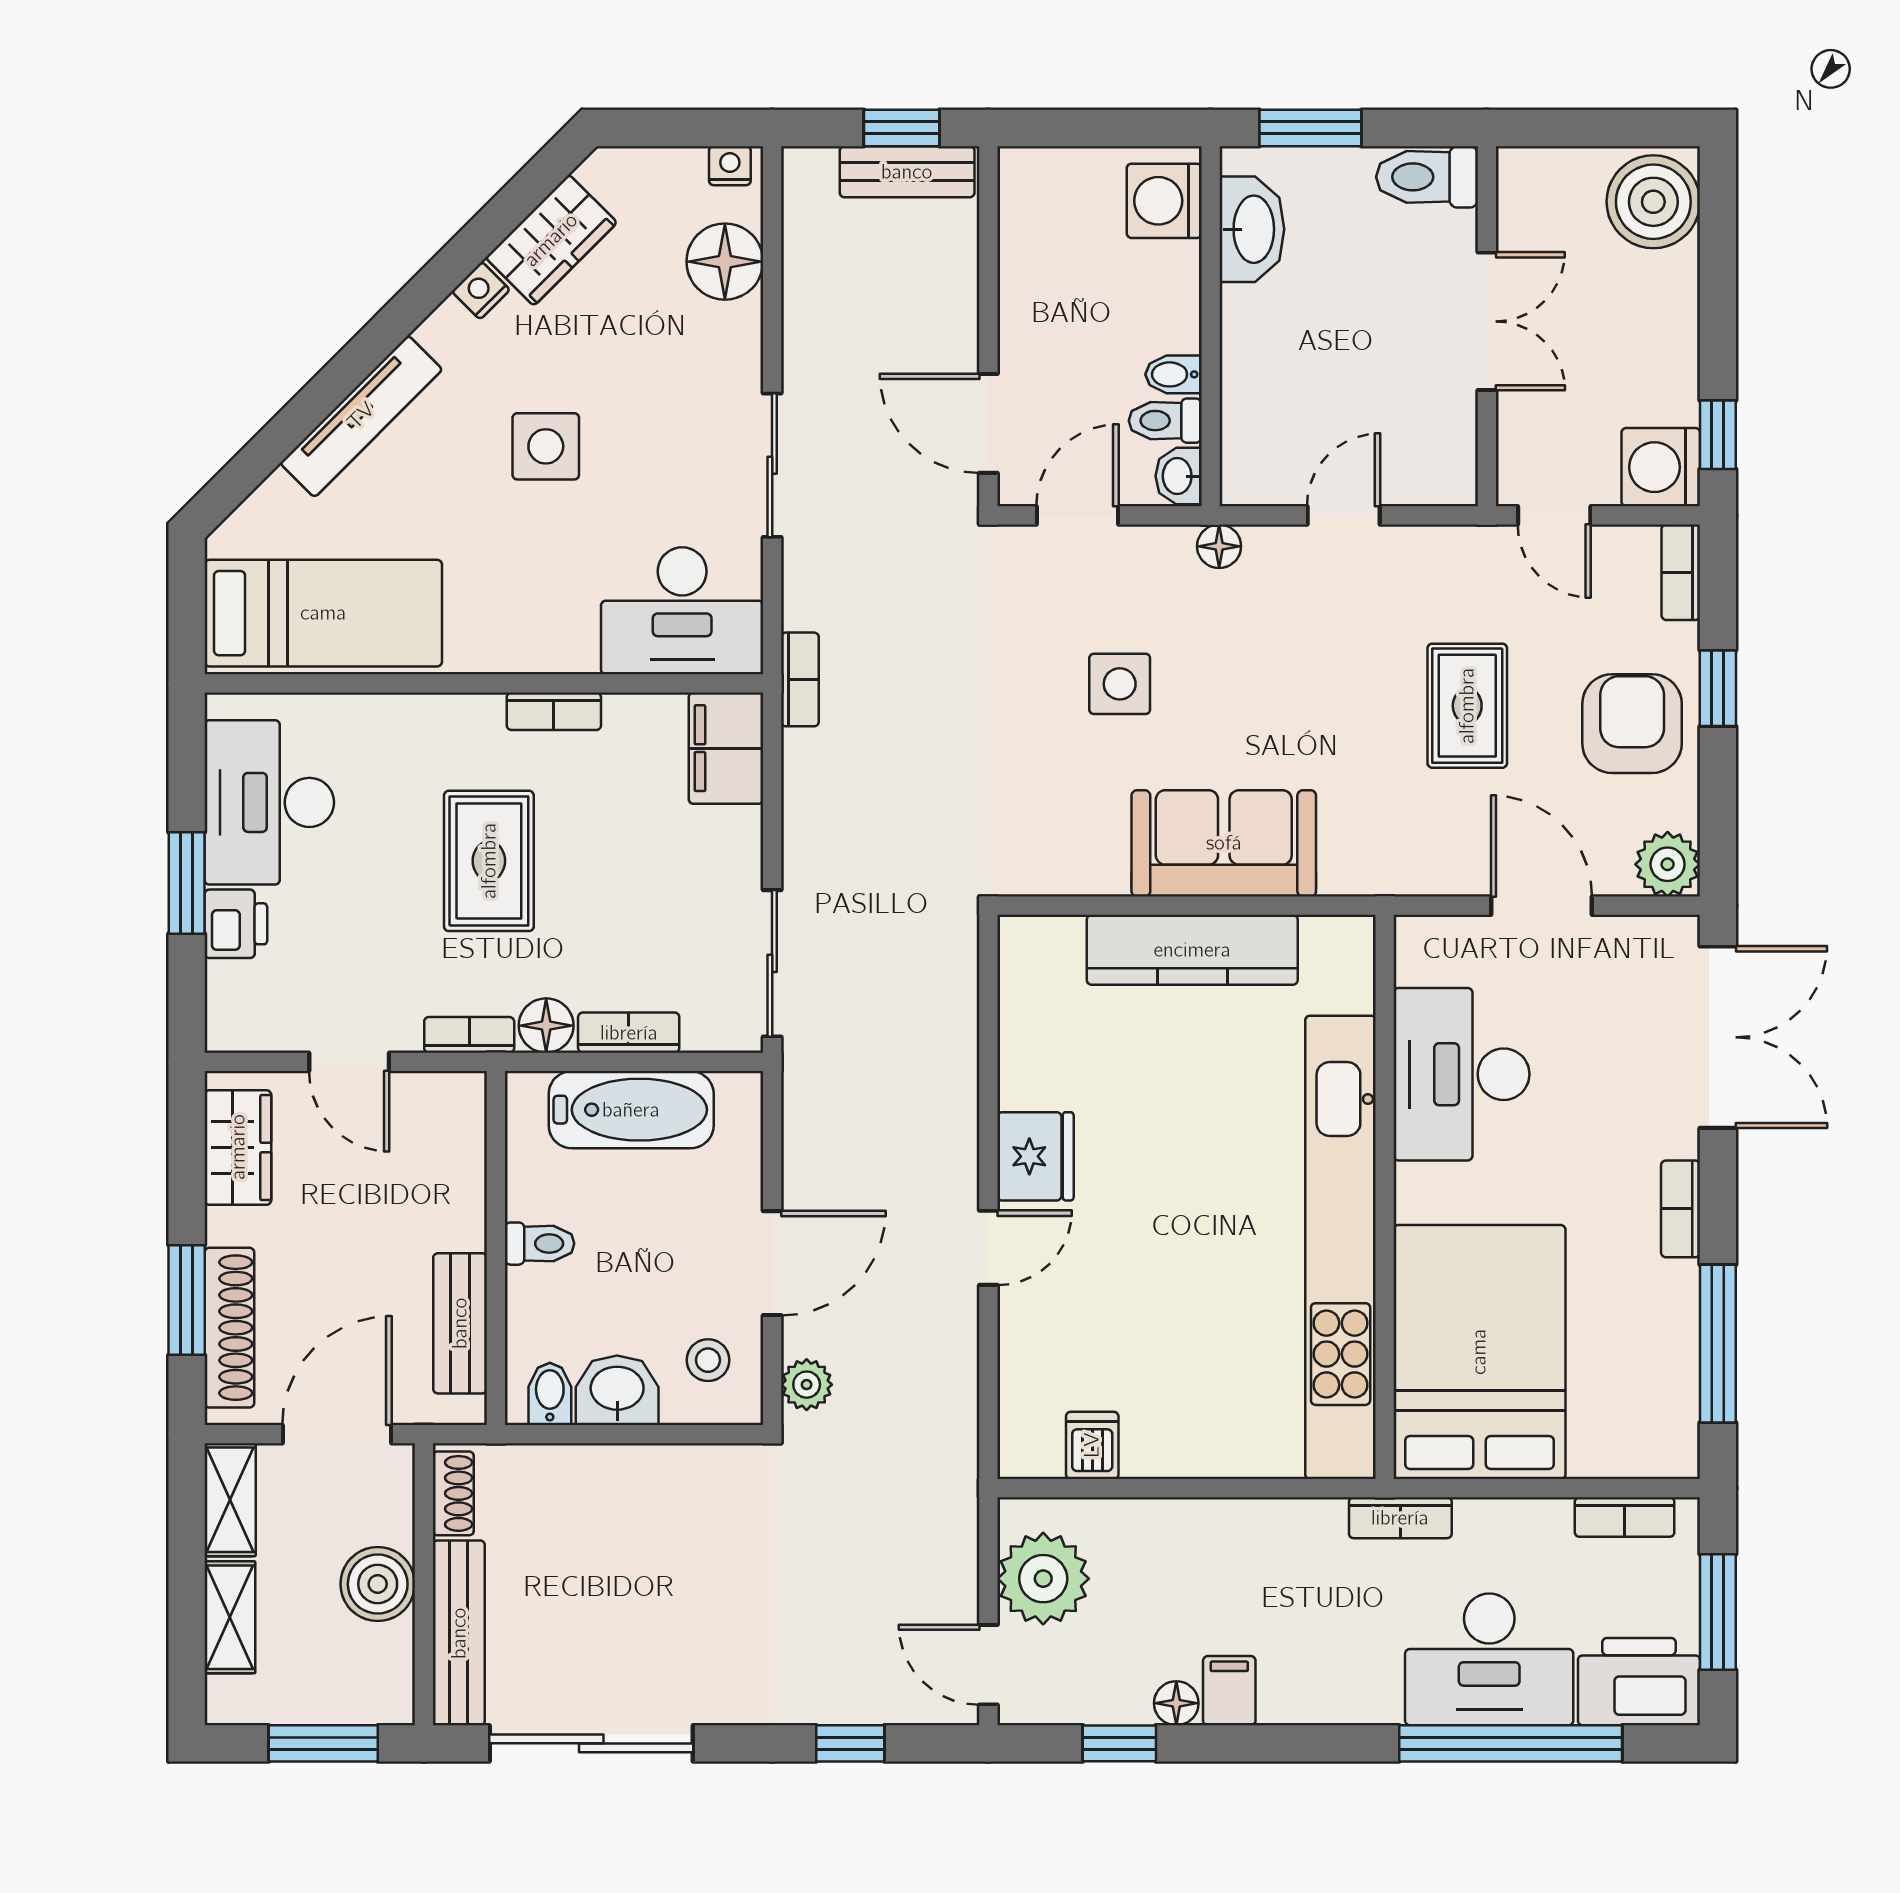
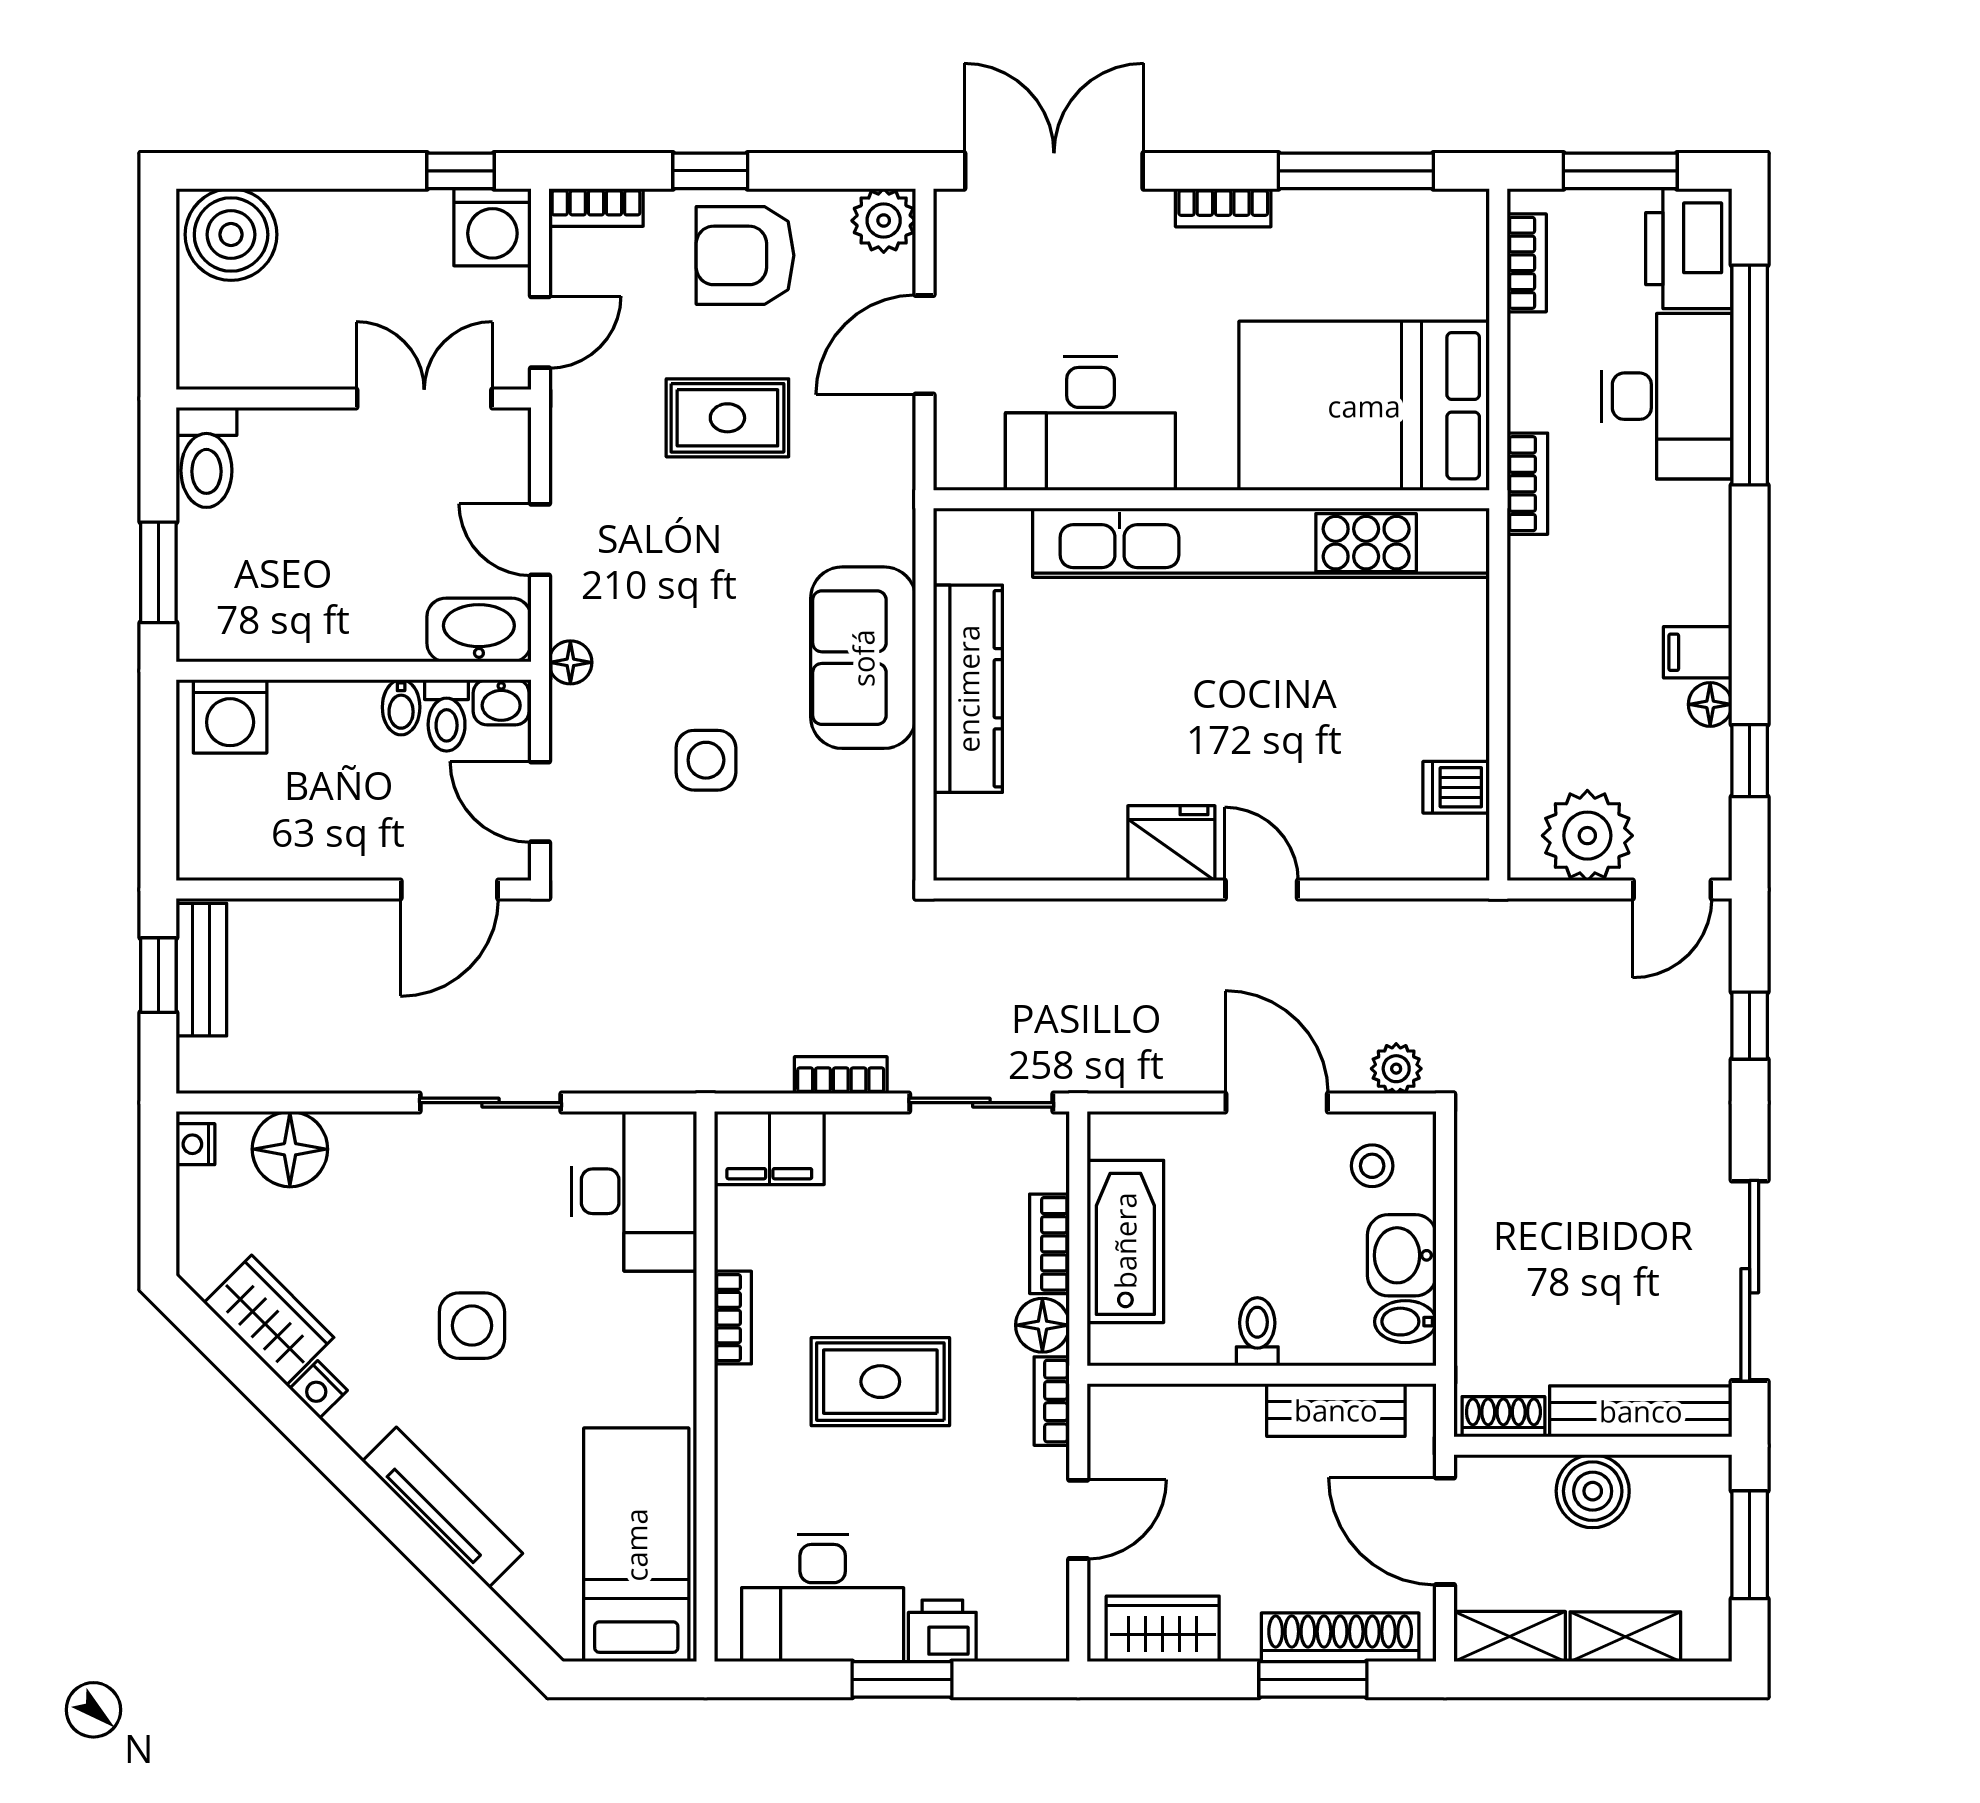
washbasin: (1252, 229) -> (479, 630), moved
double door: (1487, 321) -> (424, 399), moved
bookcase: (800, 679) -> (841, 1075), moved

